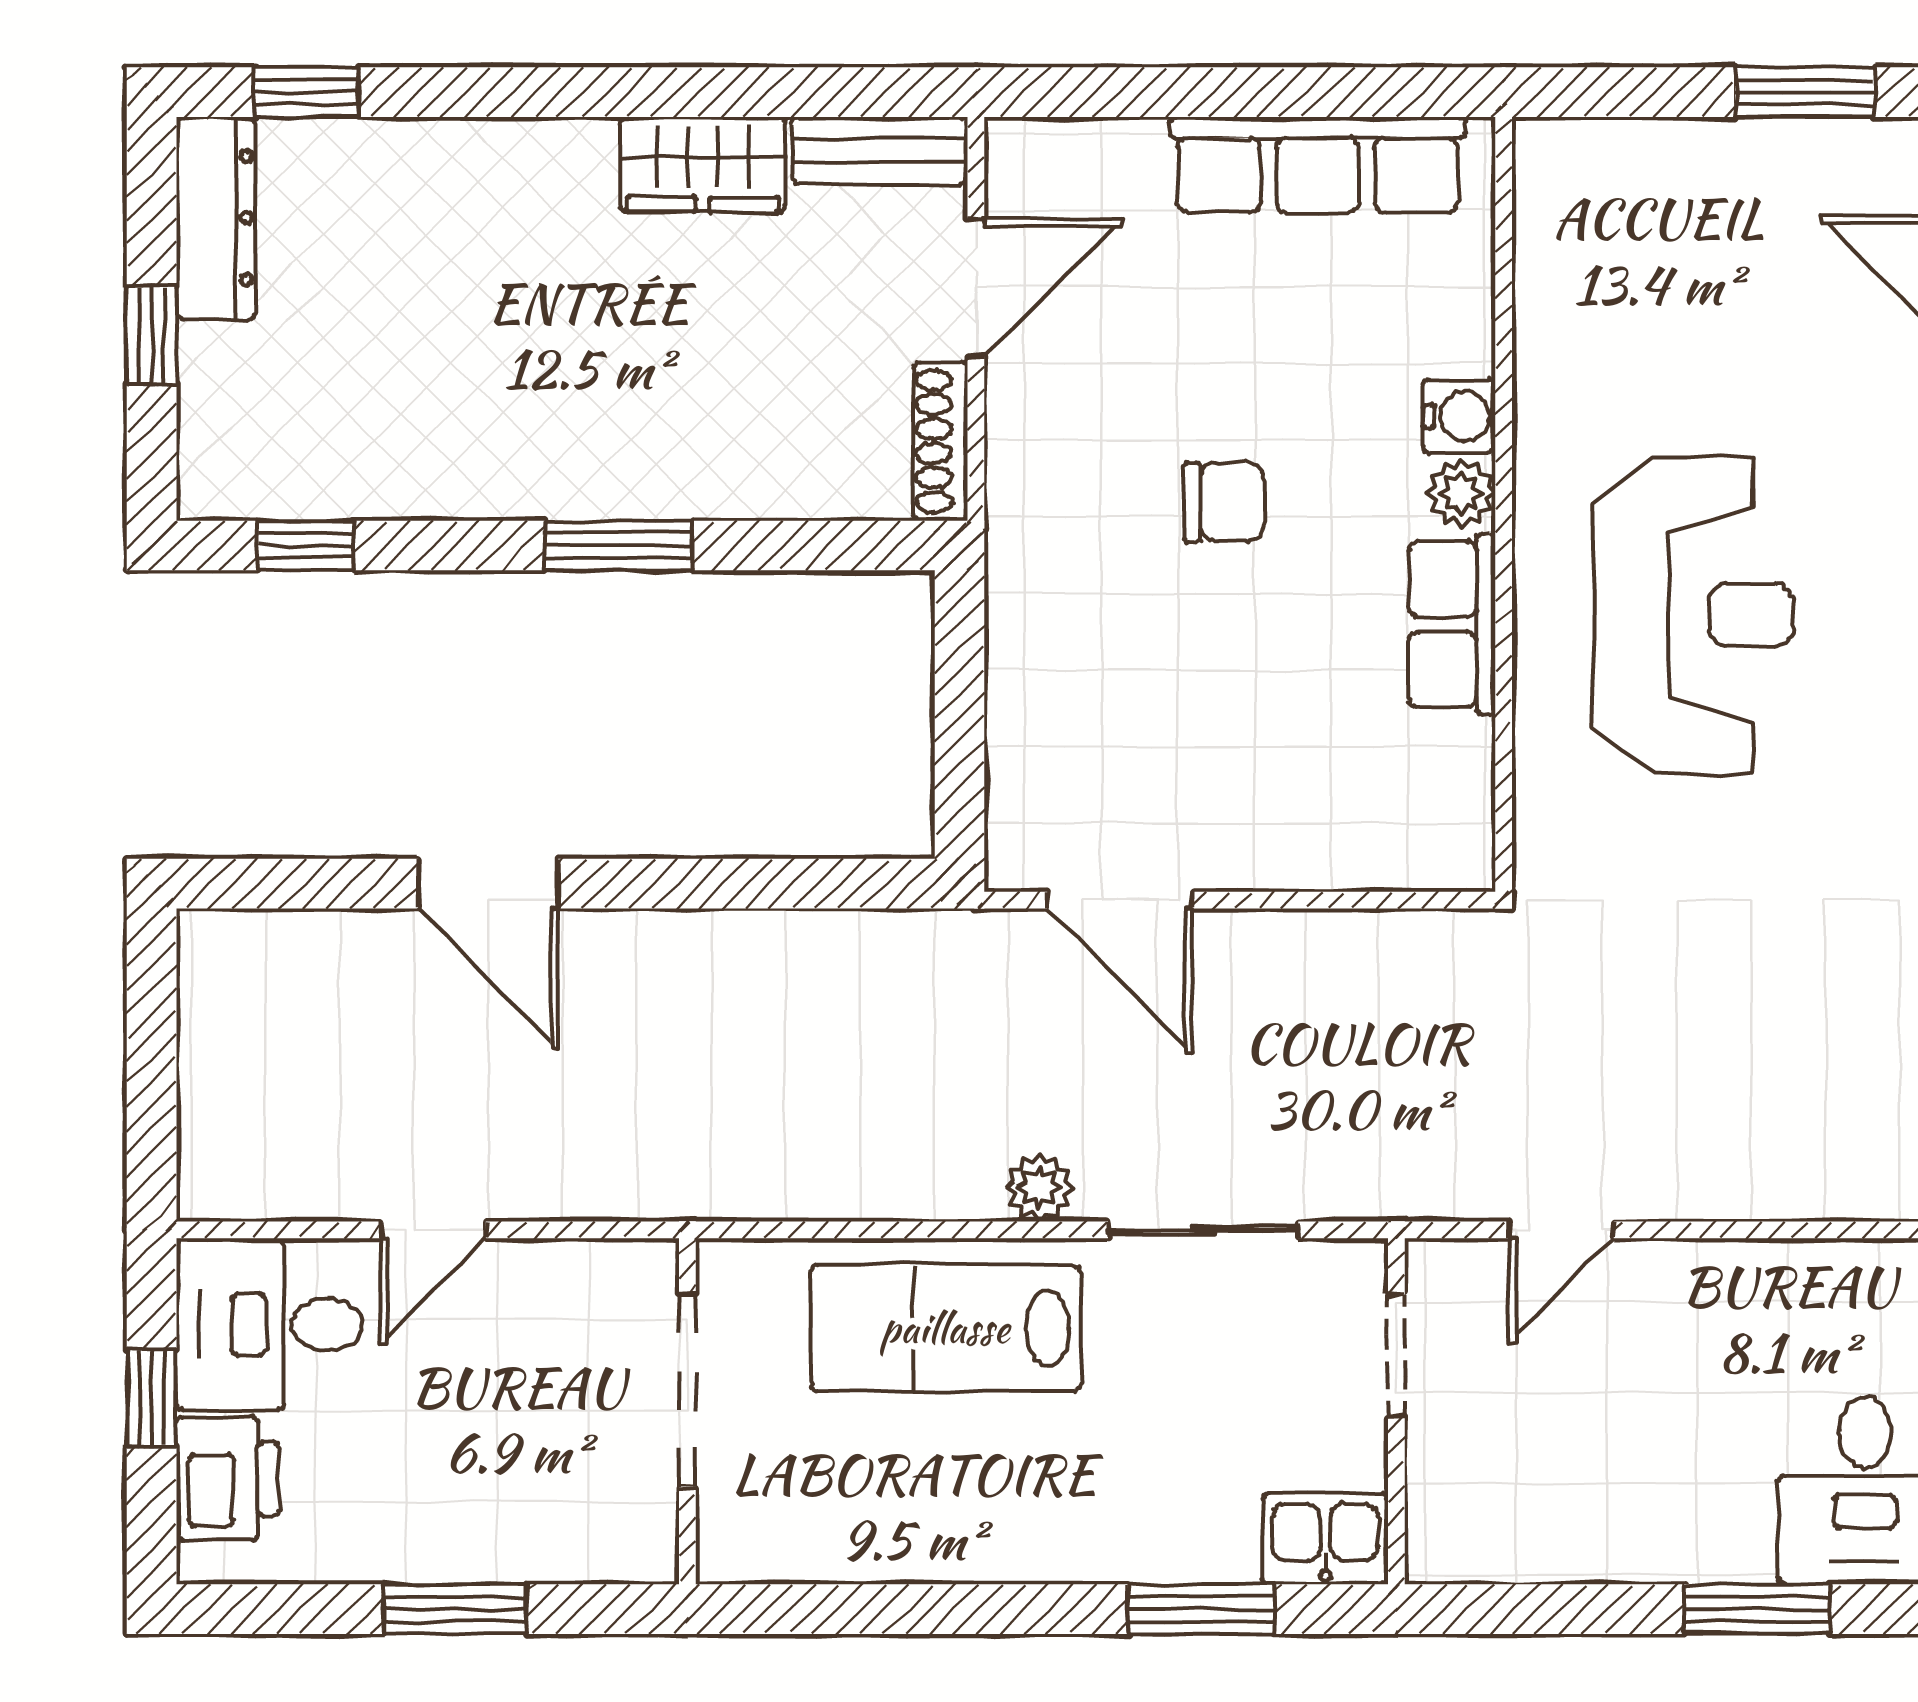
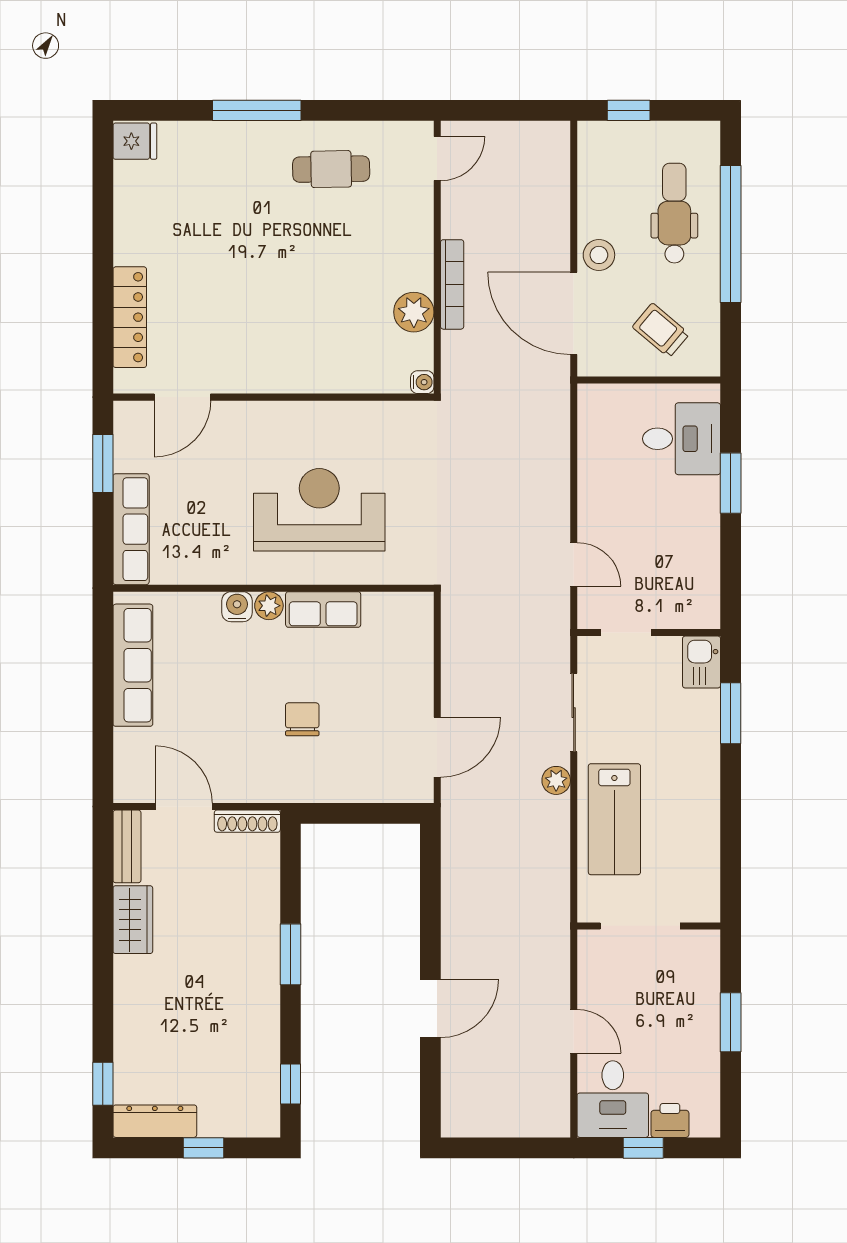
row of seats: (1646, 160) -> (131, 529), added
chair: (1224, 502) -> (302, 719), moved
printer: (227, 1479) -> (670, 1120), width x0.73, depth x0.81

